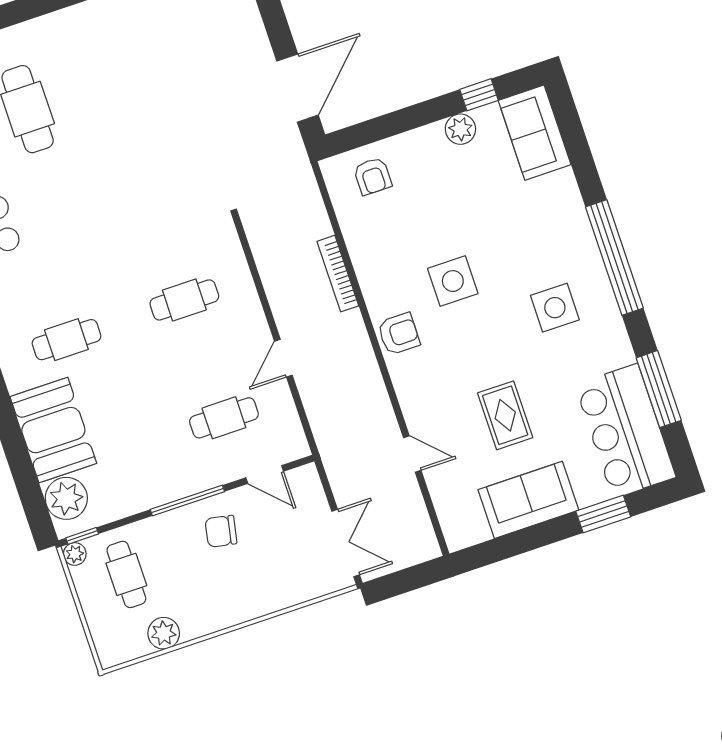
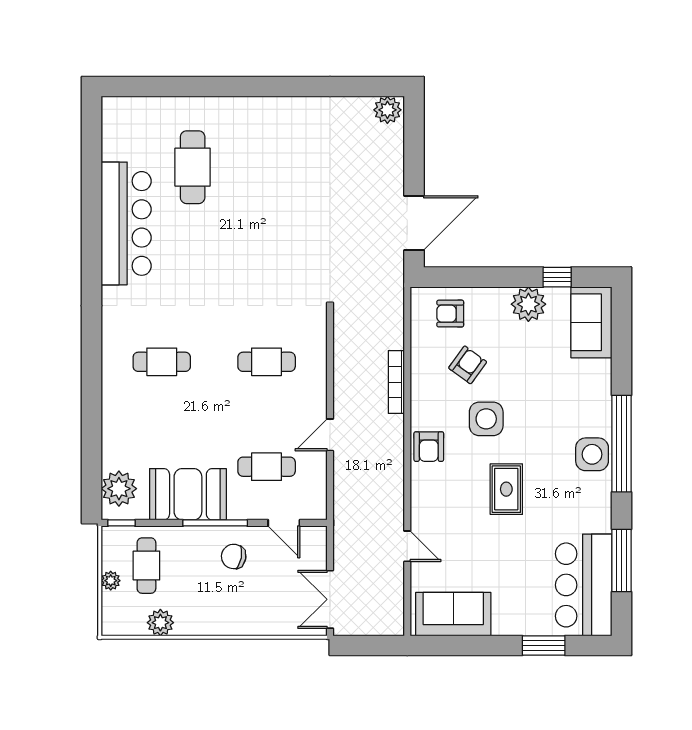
plant: (460, 129) -> (528, 304), width x1.36, depth x1.36
armchair: (373, 176) -> (450, 314), turned 90
armchair: (412, 227) -> (468, 365), added
side table: (555, 308) -> (592, 454), moved
armchair: (399, 334) -> (429, 447), turned 90
rug: (505, 415) -> (506, 489), moved
booth: (53, 430) -> (188, 494), moved, turned 90
sofa: (528, 500) -> (453, 614), moved
double door: (346, 543) -> (330, 599), swing flipped
plant: (75, 554) -> (111, 581), moved

